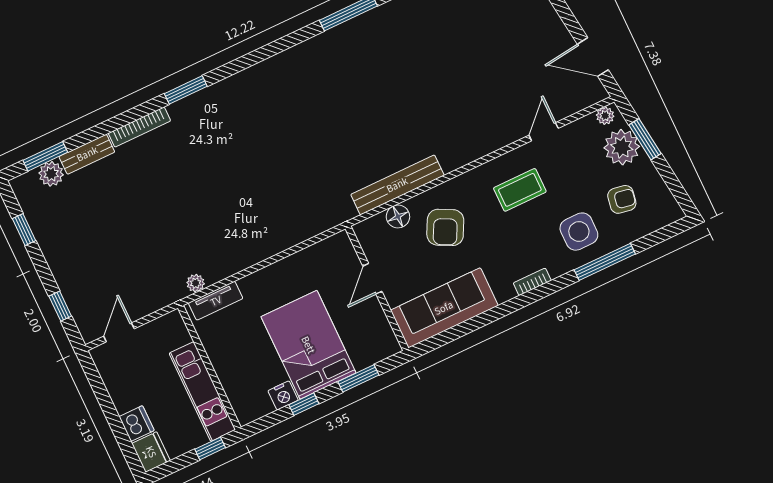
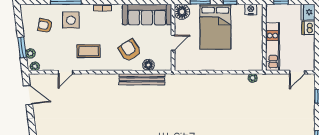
plant: (622, 147) -> (30, 53), width x0.53, depth x0.53
armchair: (445, 227) -> (130, 50), turned -60
tv unit: (216, 301) -> (247, 66), removed
floor lamp: (383, 343) -> (182, 12), added
kitchen unit: (202, 392) -> (272, 47), moved
nightstand: (283, 395) -> (251, 9), moved

